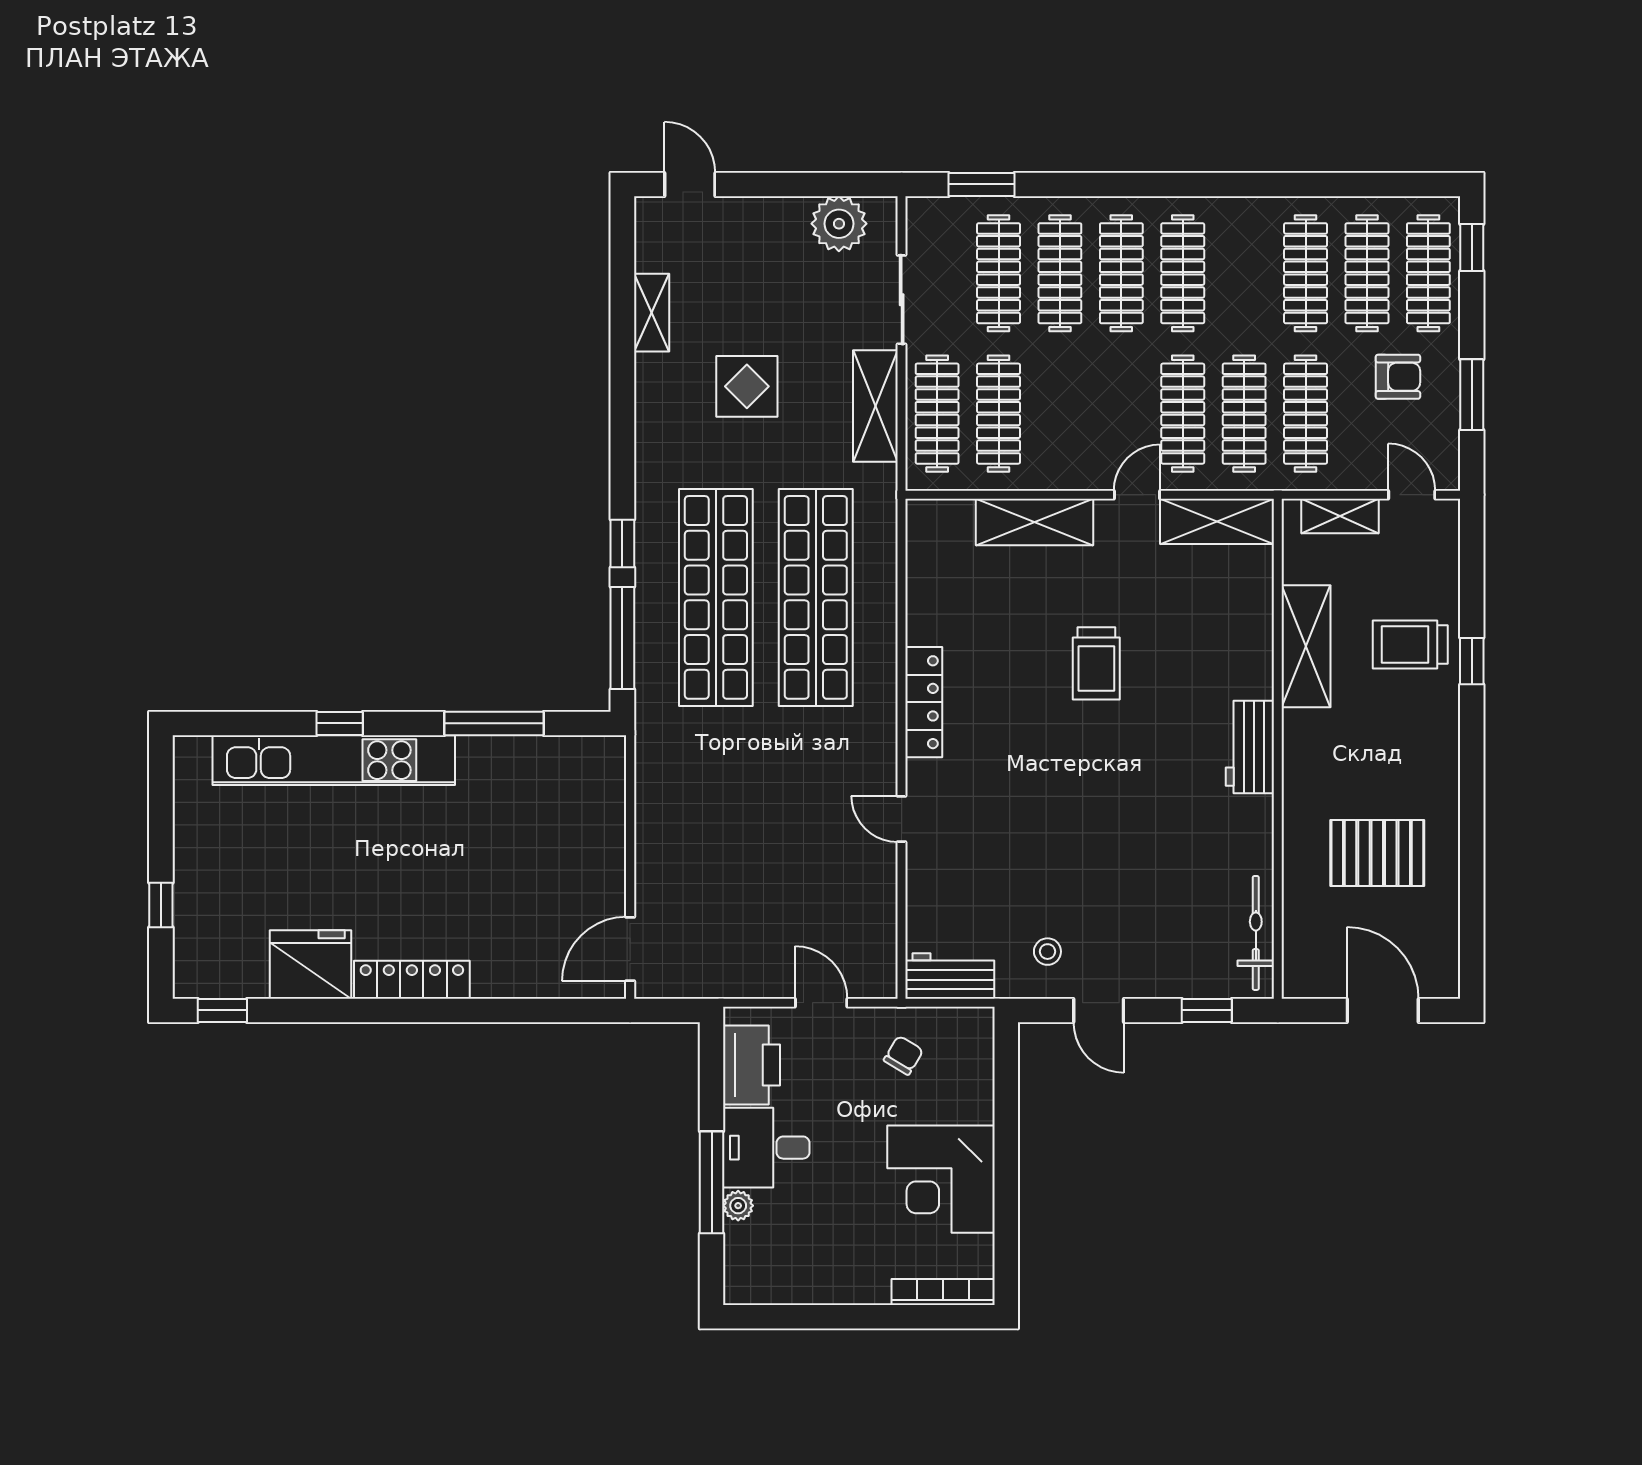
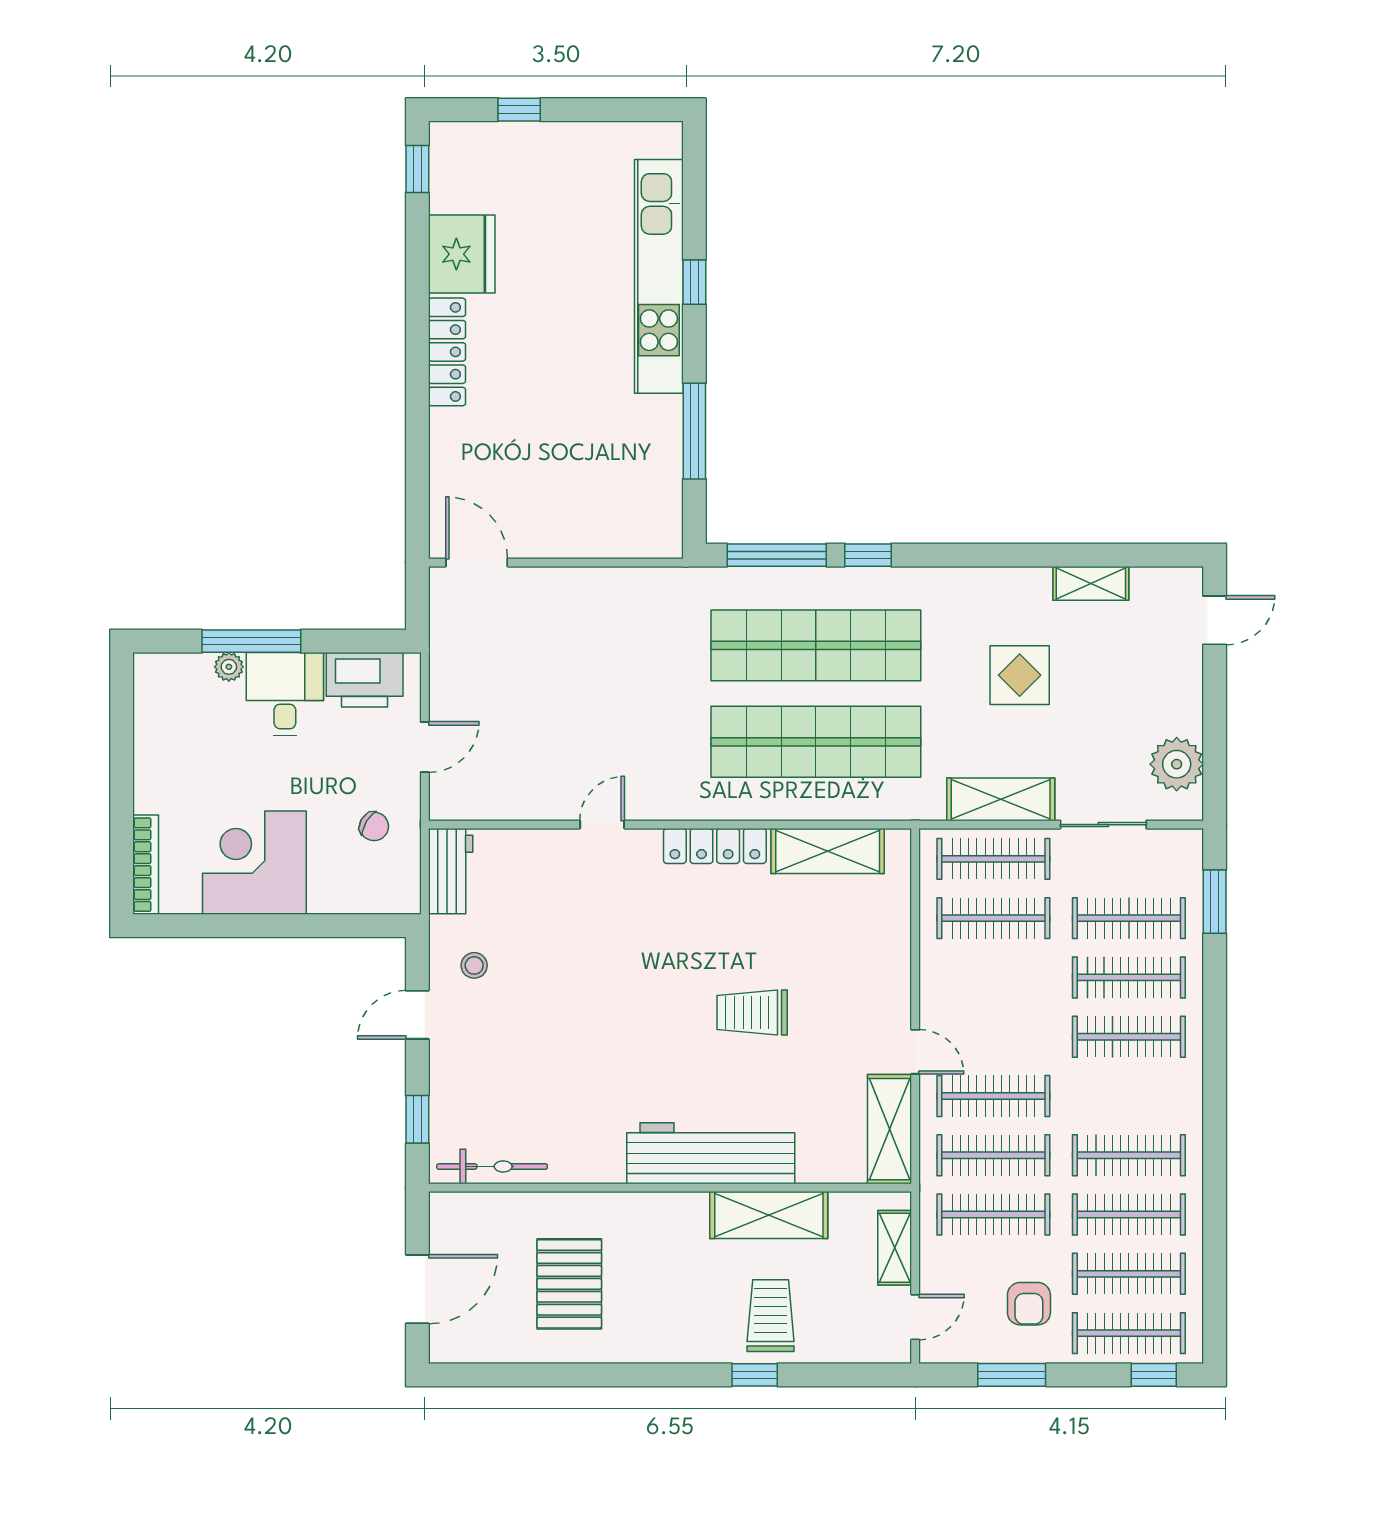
clothes rail: (1183, 273) -> (1129, 1155), moved
shelving: (1034, 522) -> (828, 851), moved, turned 90
workbench: (1250, 747) -> (711, 1153), width x1.88, depth x1.32

